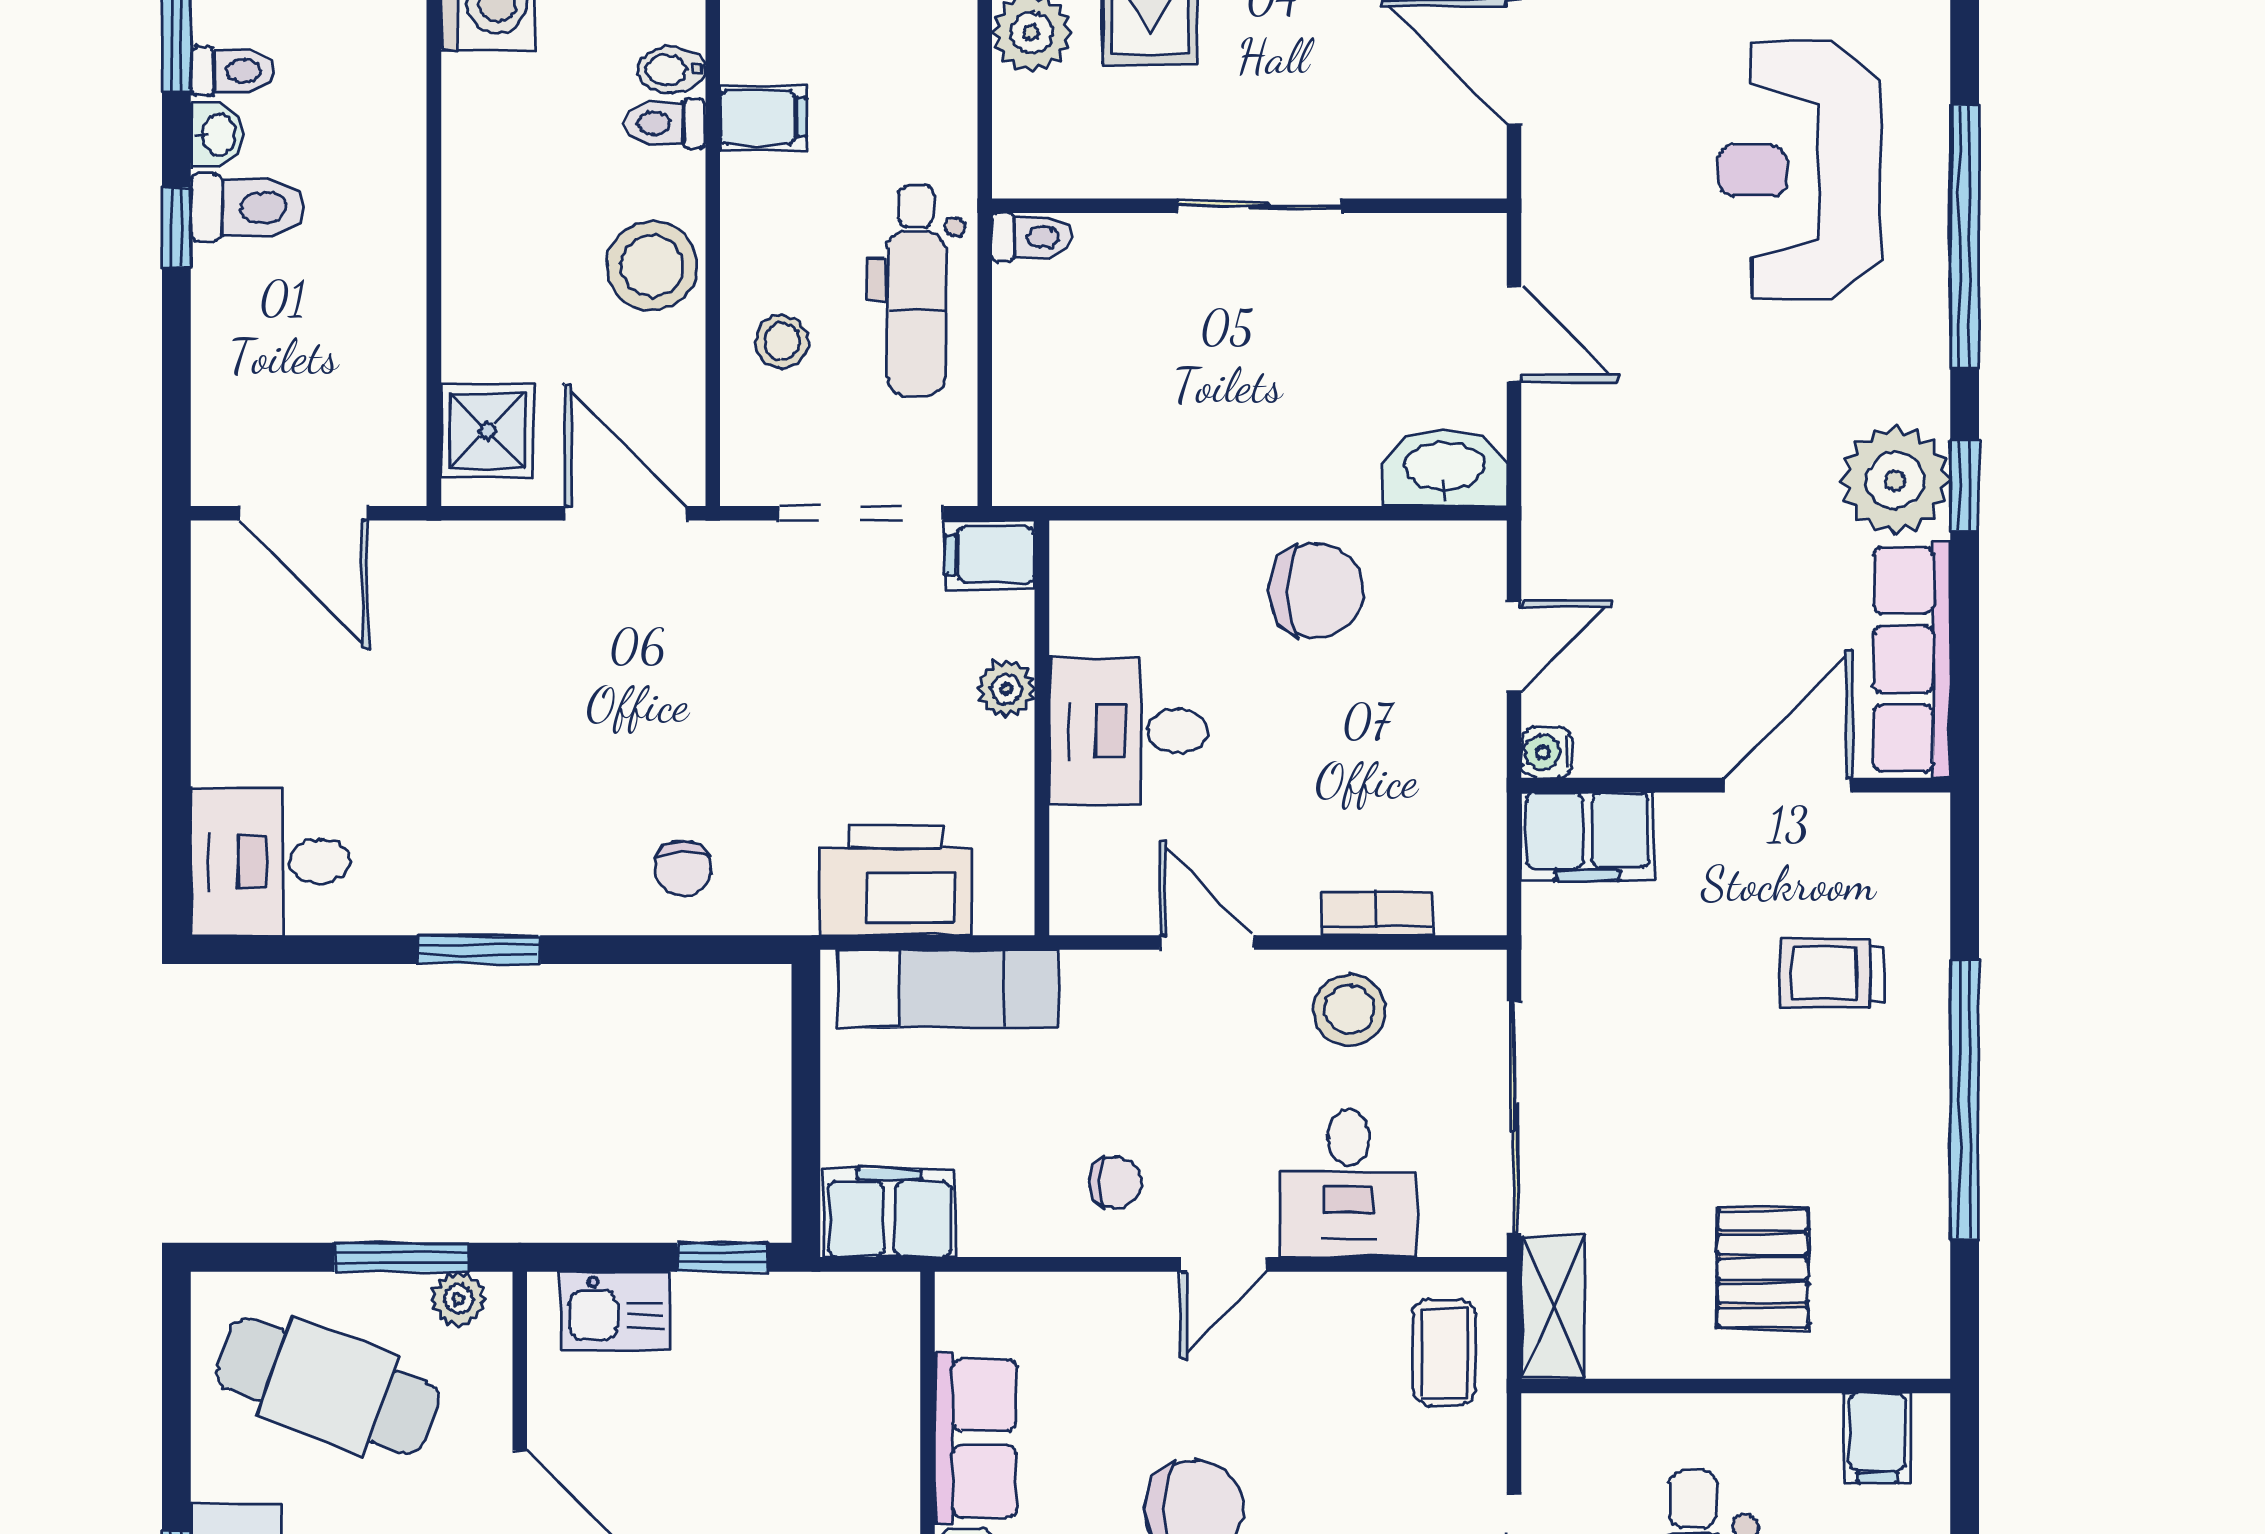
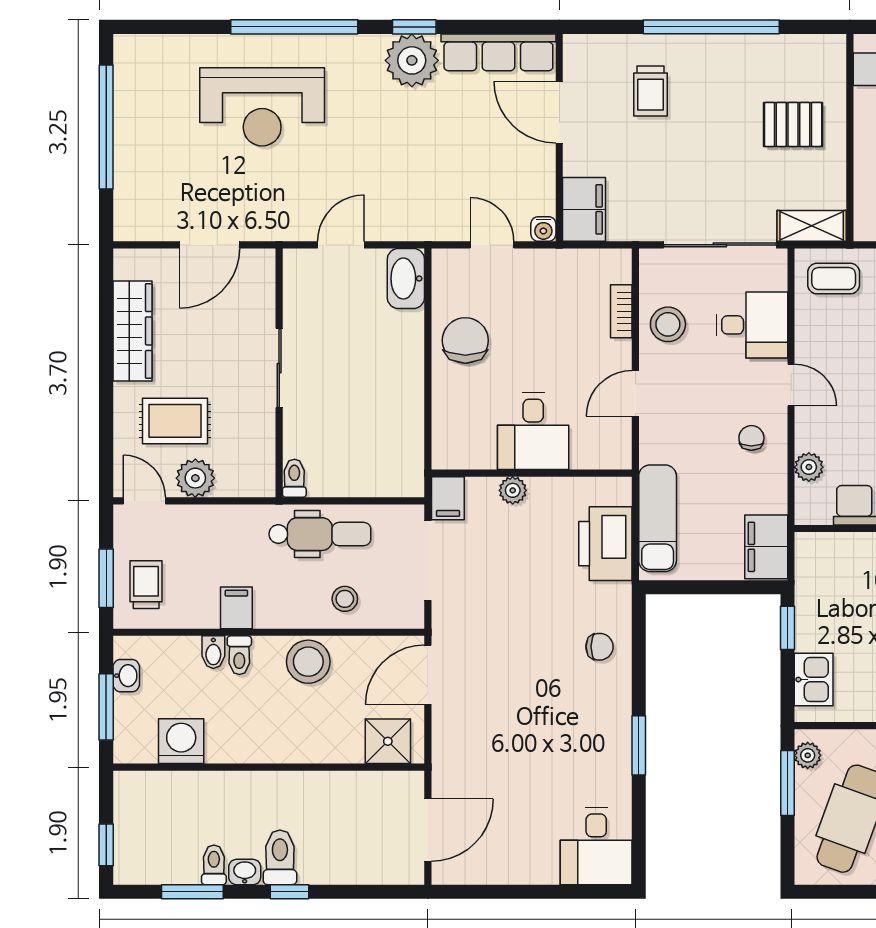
plant: (1055, 1301) -> (809, 467), added

